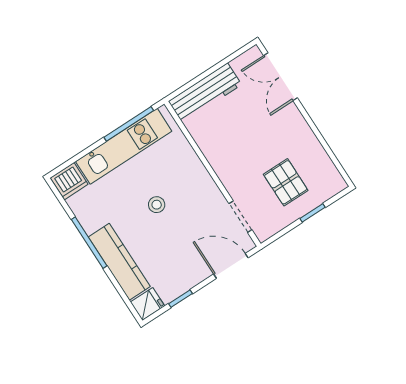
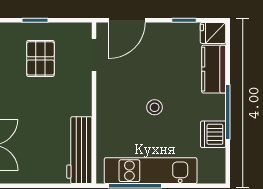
workbench: (205, 93) -> (79, 150), moved, turned -90
dishwasher: (69, 181) -> (213, 134), moved, turned -90
kitchen counter: (119, 262) -> (214, 69), width x0.67
door: (231, 266) -> (127, 20), hinge flipped

